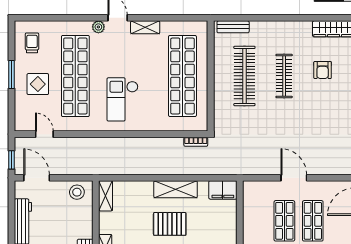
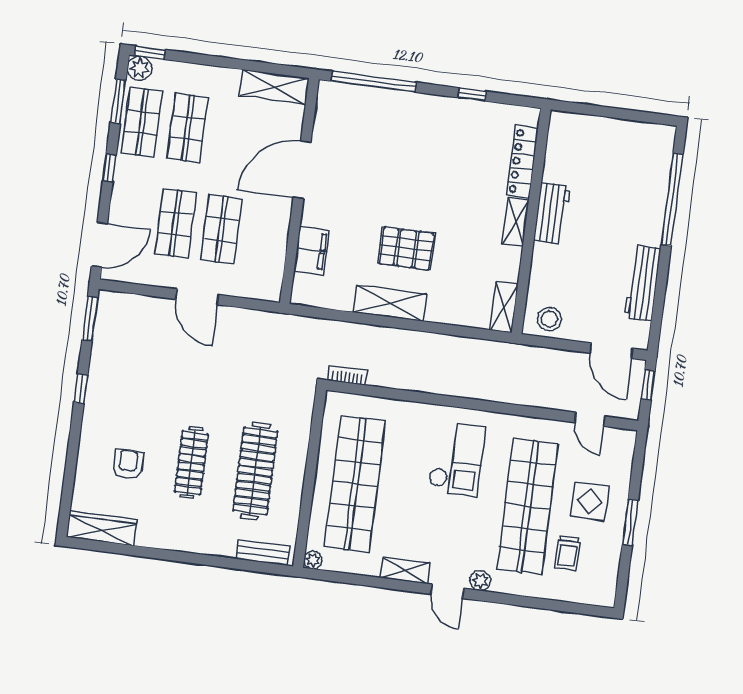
plant: (202, 26) -> (313, 560), added
trolley: (32, 43) -> (568, 553), moved
filing cabinet: (223, 190) -> (312, 250), moved, turned 90

